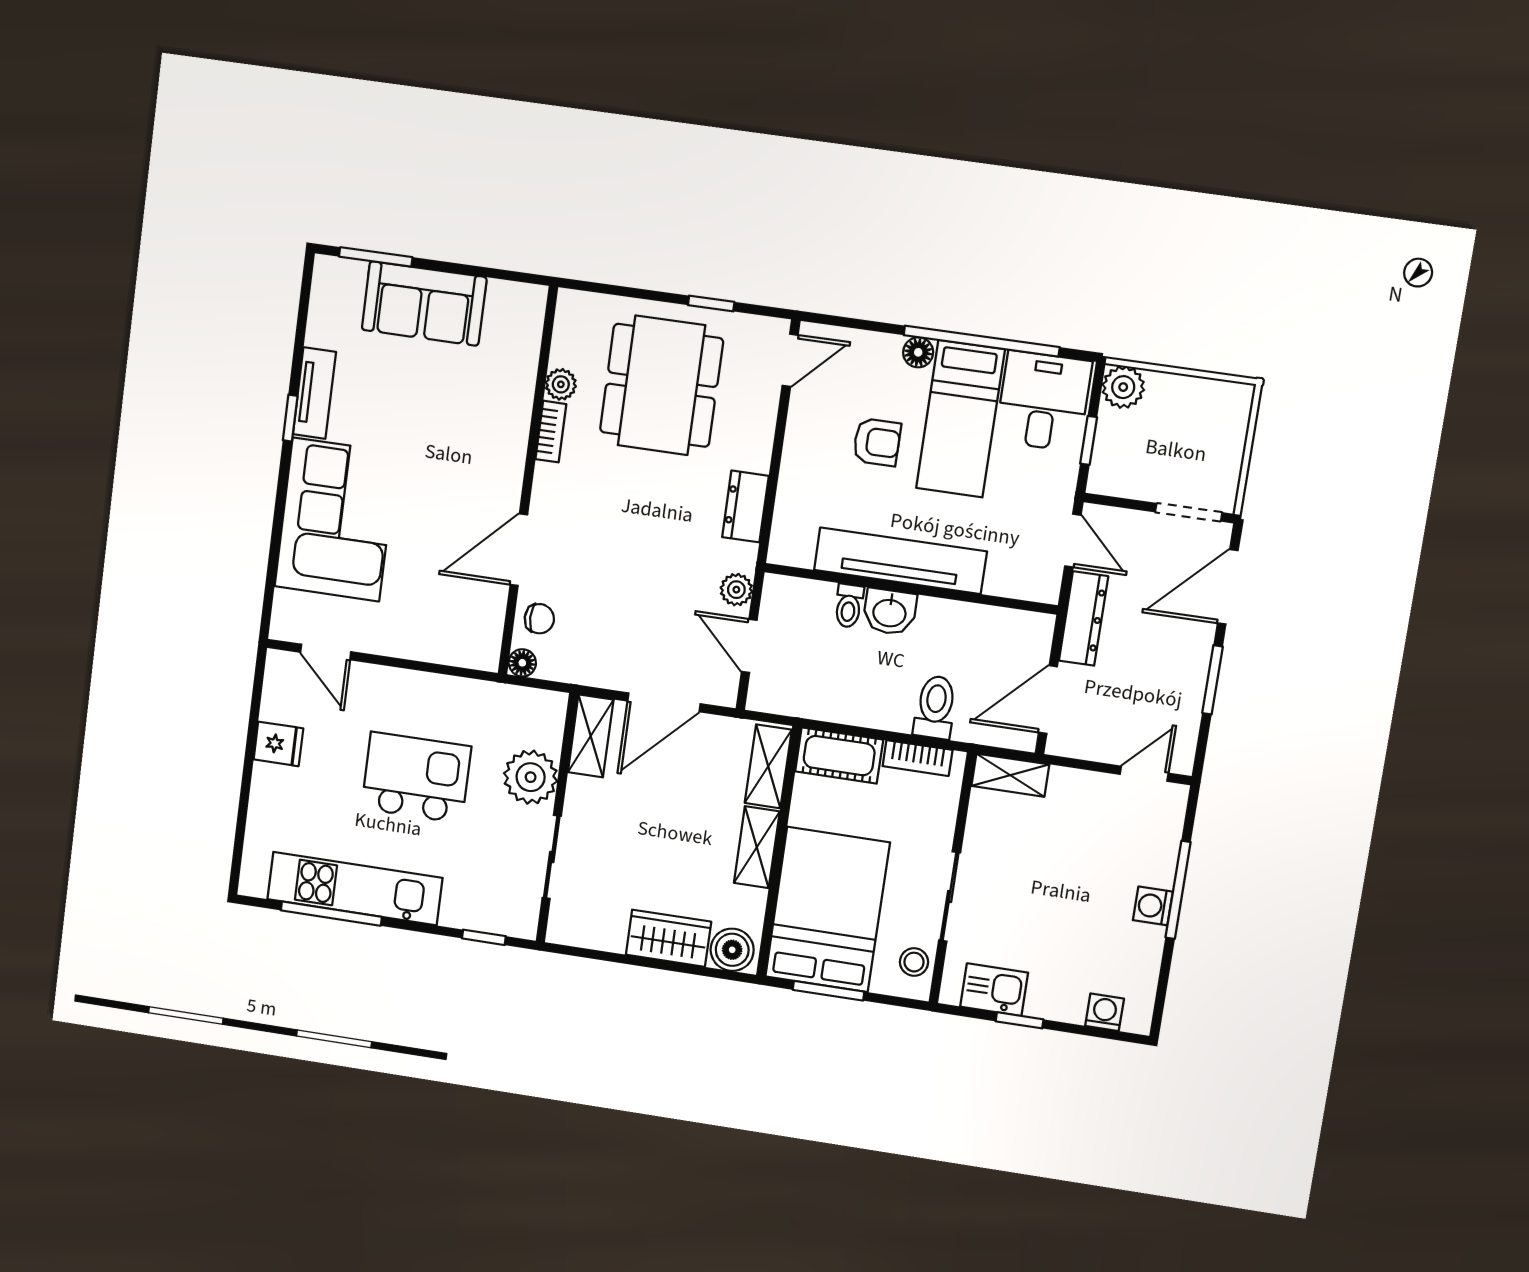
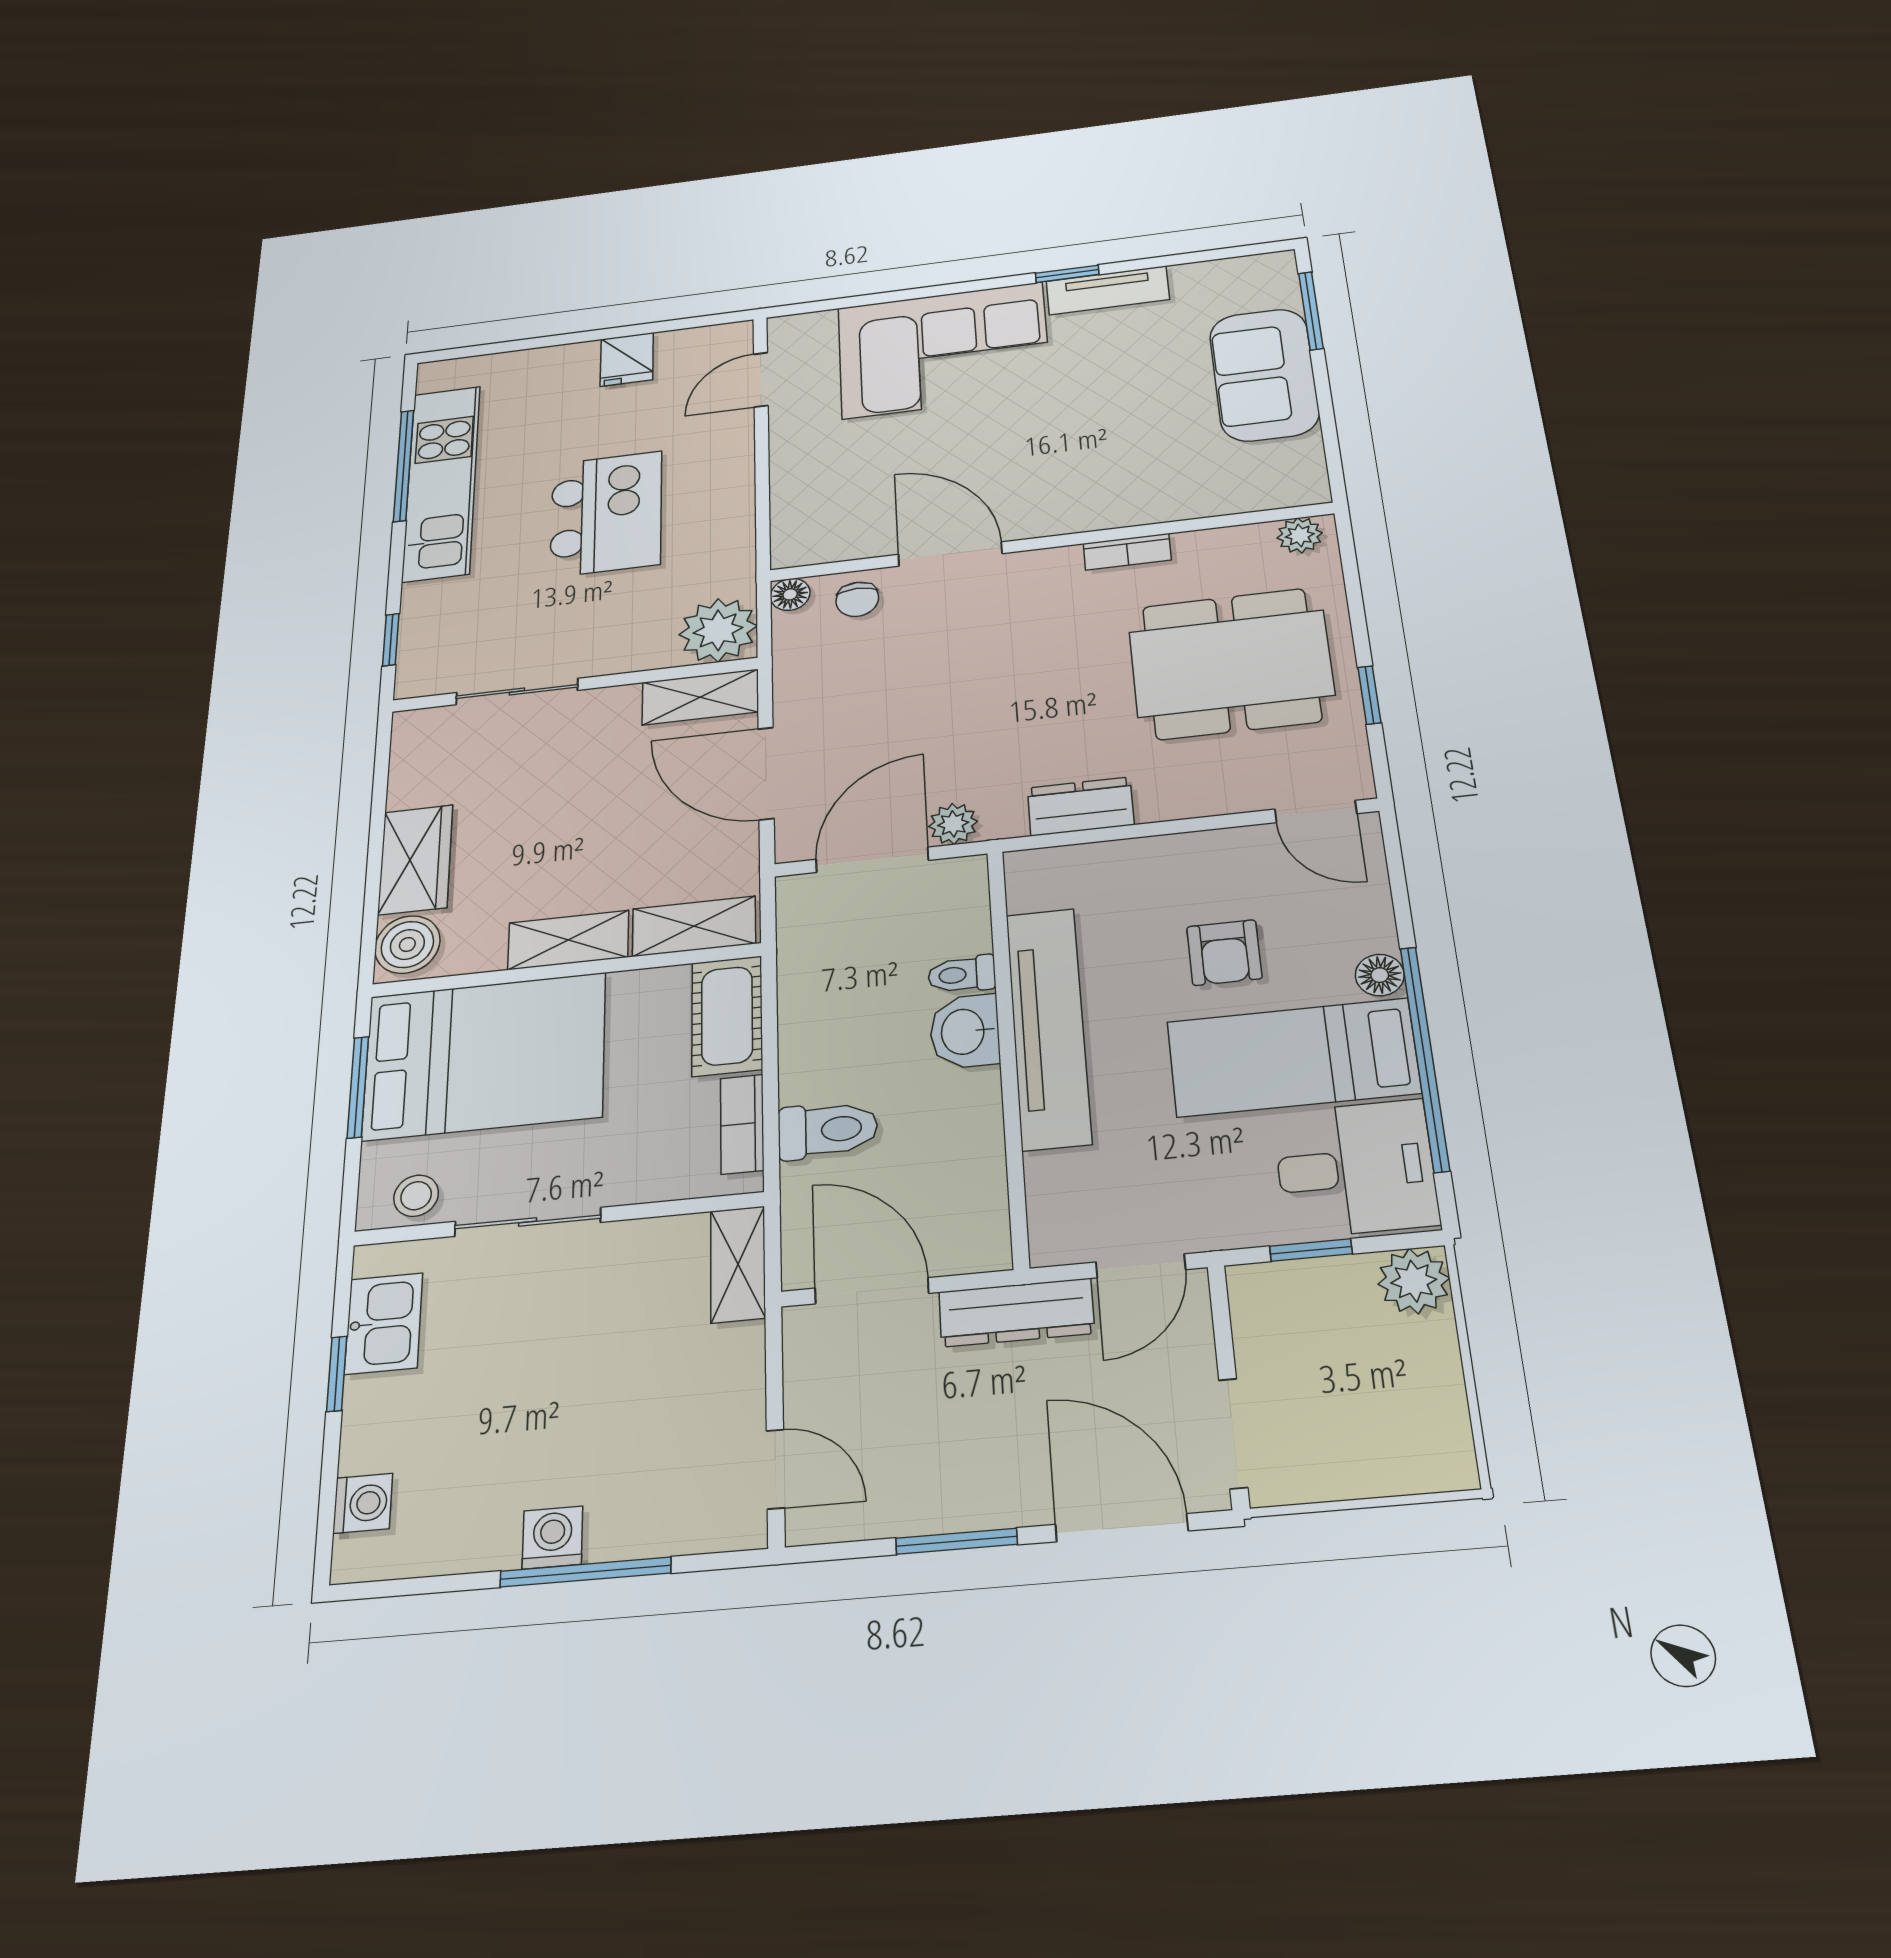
plant: (561, 384) -> (1300, 535), moved
door: (749, 646) -> (872, 860), width x1.38
plant: (531, 777) -> (718, 630), moved

